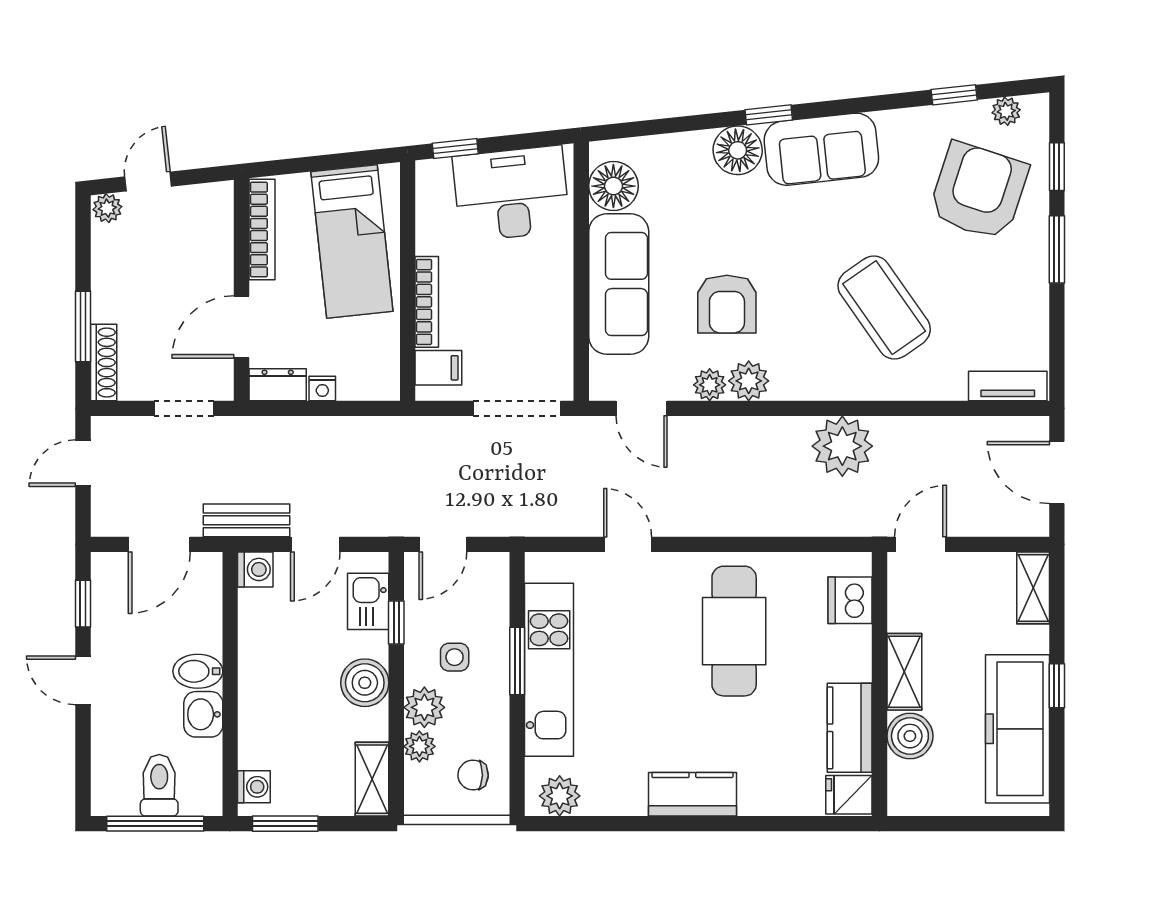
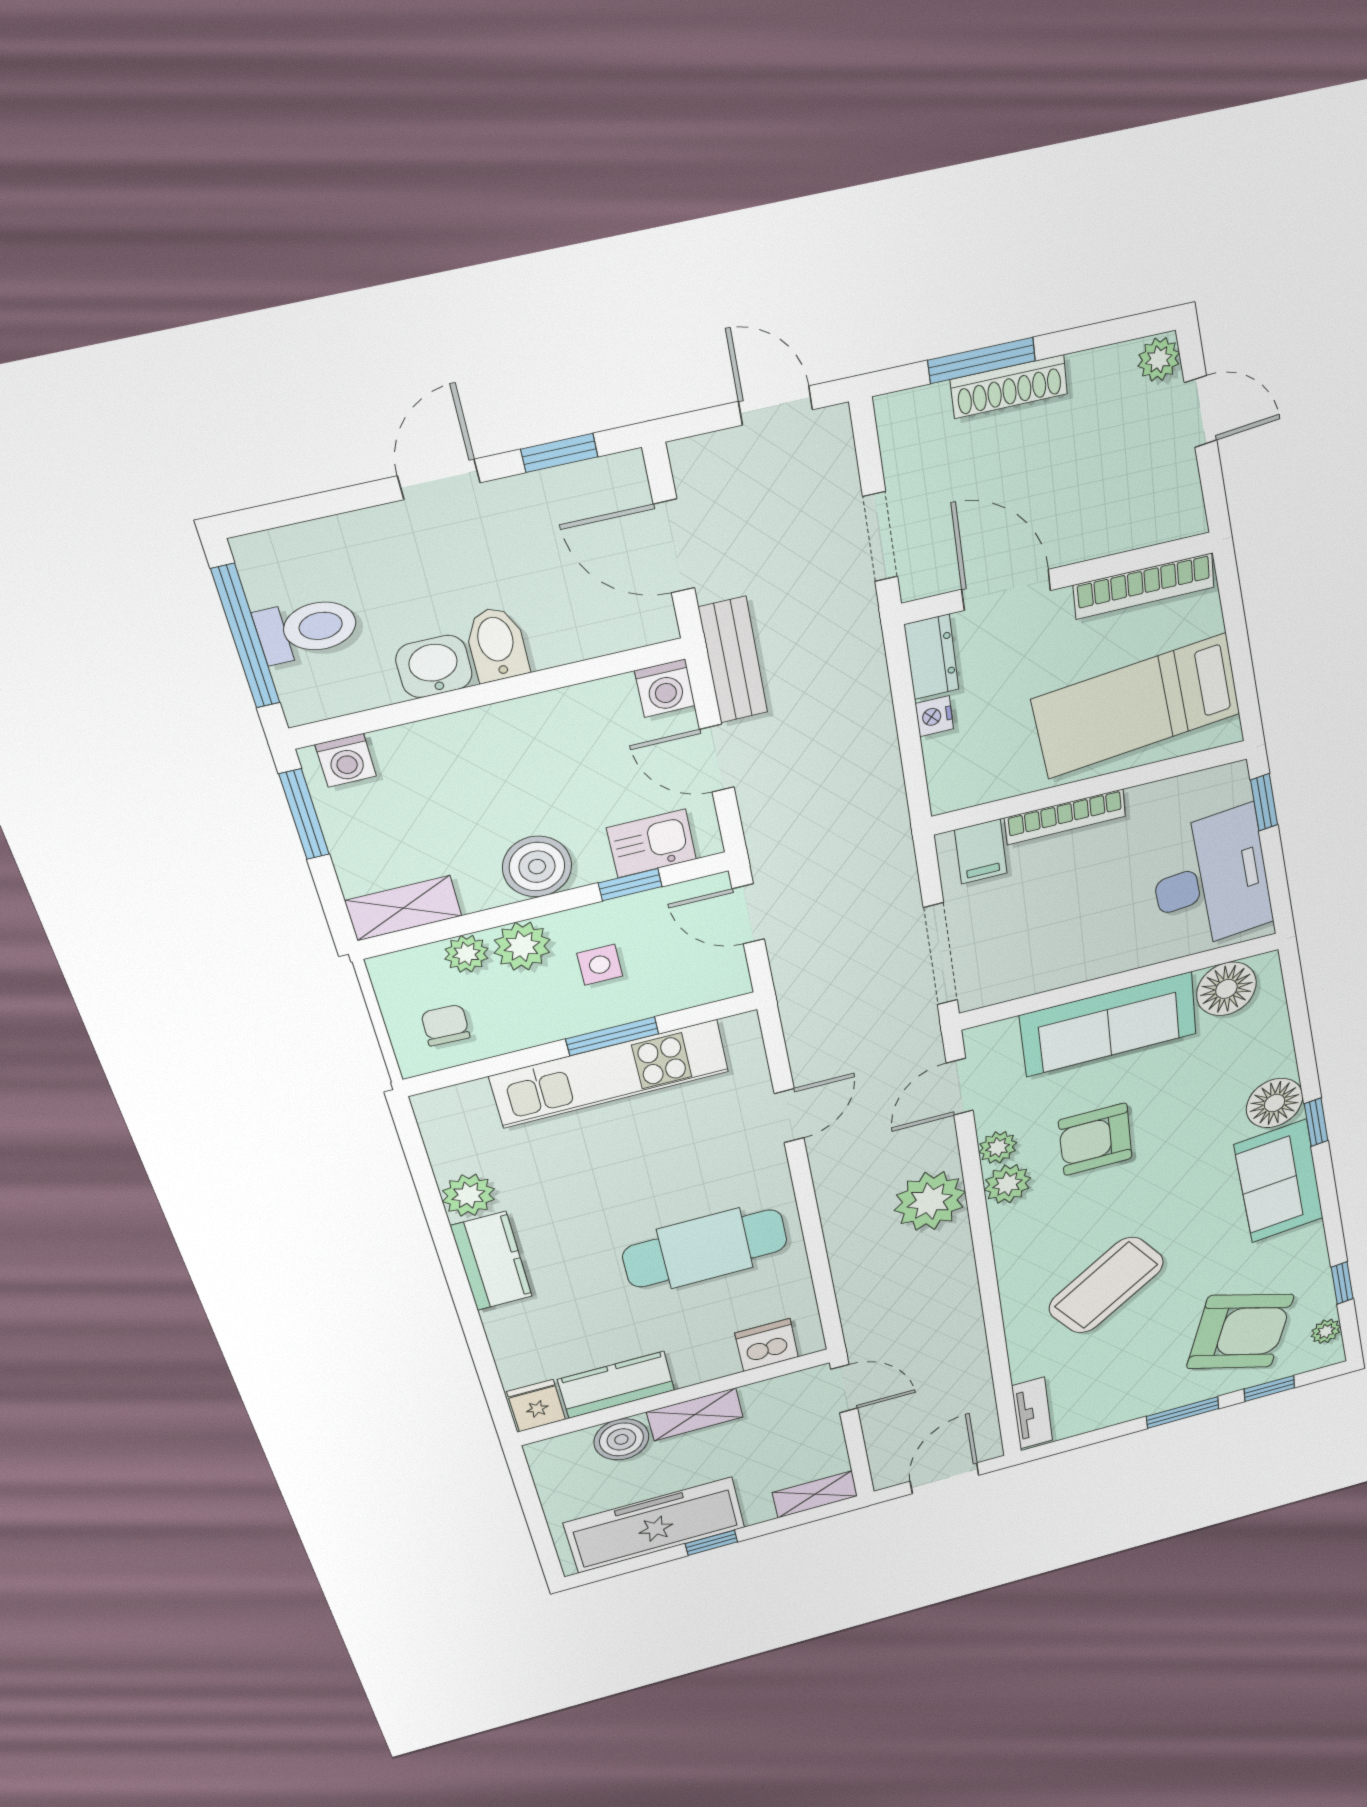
shoe rack: (104, 362) -> (1009, 387), moved
plant: (842, 446) -> (930, 1201), moved
plant: (560, 796) -> (468, 1195), moved

